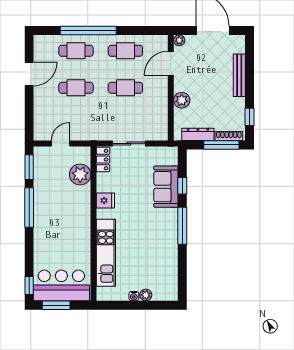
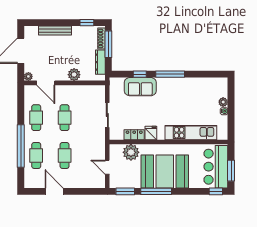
locker: (103, 160) -> (134, 135), moved
booth: (55, 219) -> (165, 171), added

